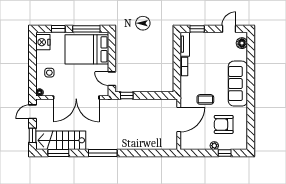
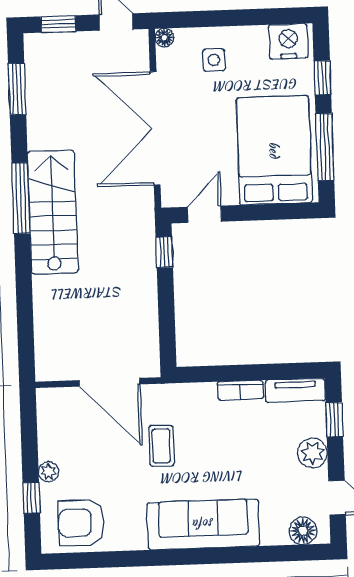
plant: (210, 38) -> (313, 453), added
armchair: (224, 124) -> (81, 523), moved, turned -90
stairs: (61, 140) -> (53, 212), moved

